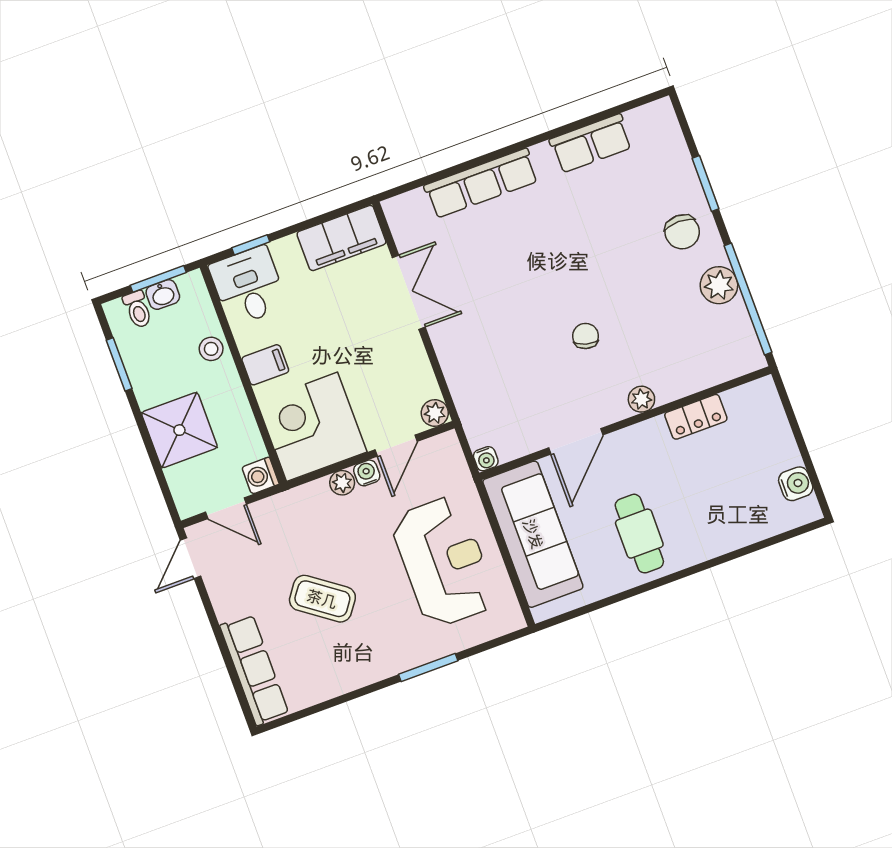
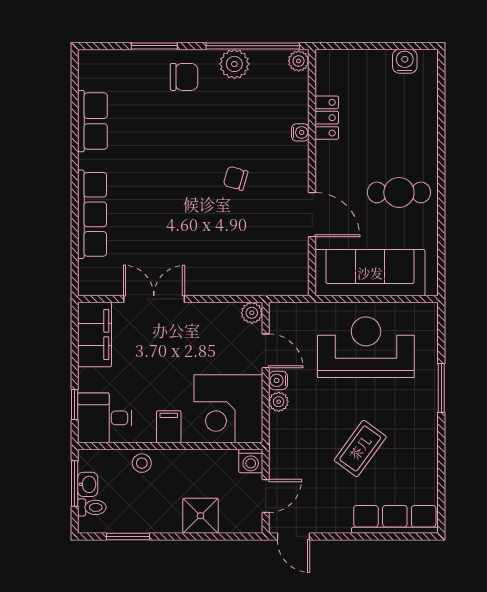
plant: (641, 399) -> (299, 61), moved
shower: (179, 430) -> (200, 516), width x0.73, depth x0.73
water cooler: (486, 459) -> (300, 132), moved

